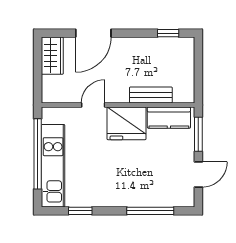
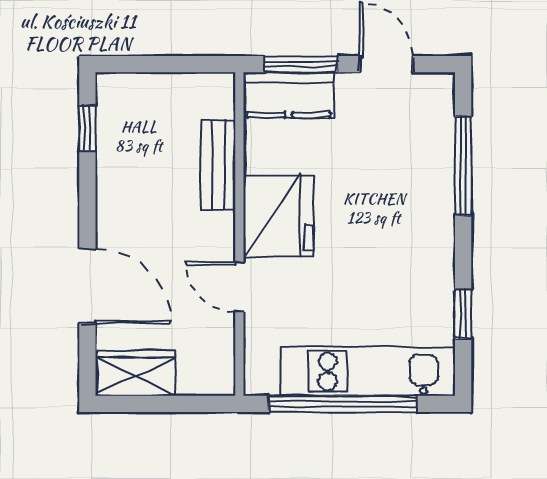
kitchen counter: (169, 118) -> (289, 95), moved, turned 90

